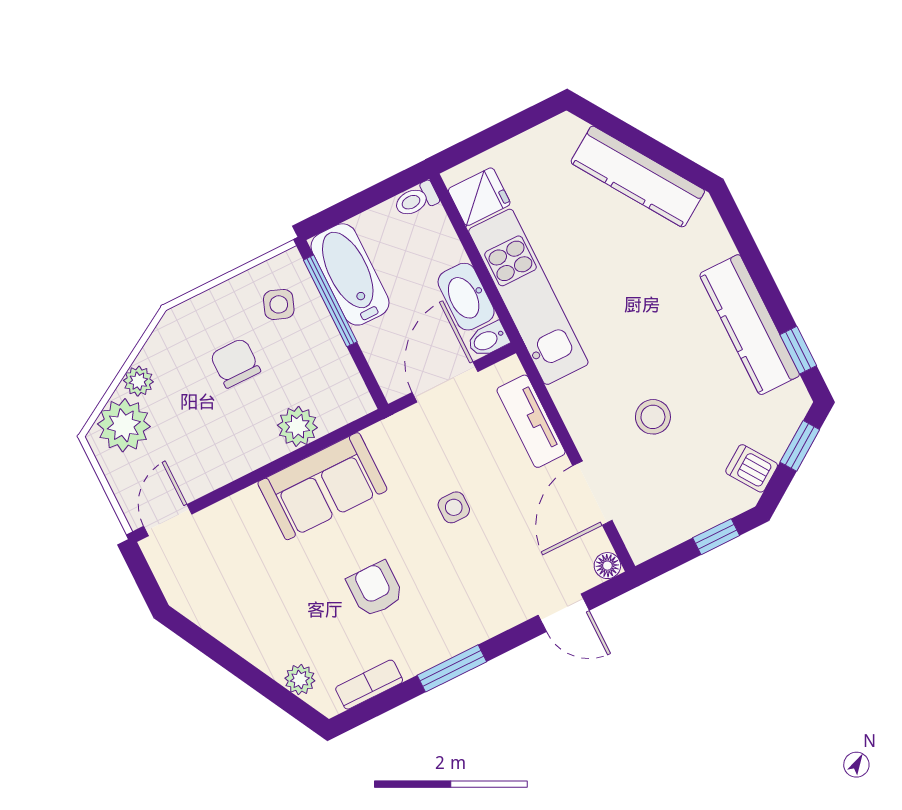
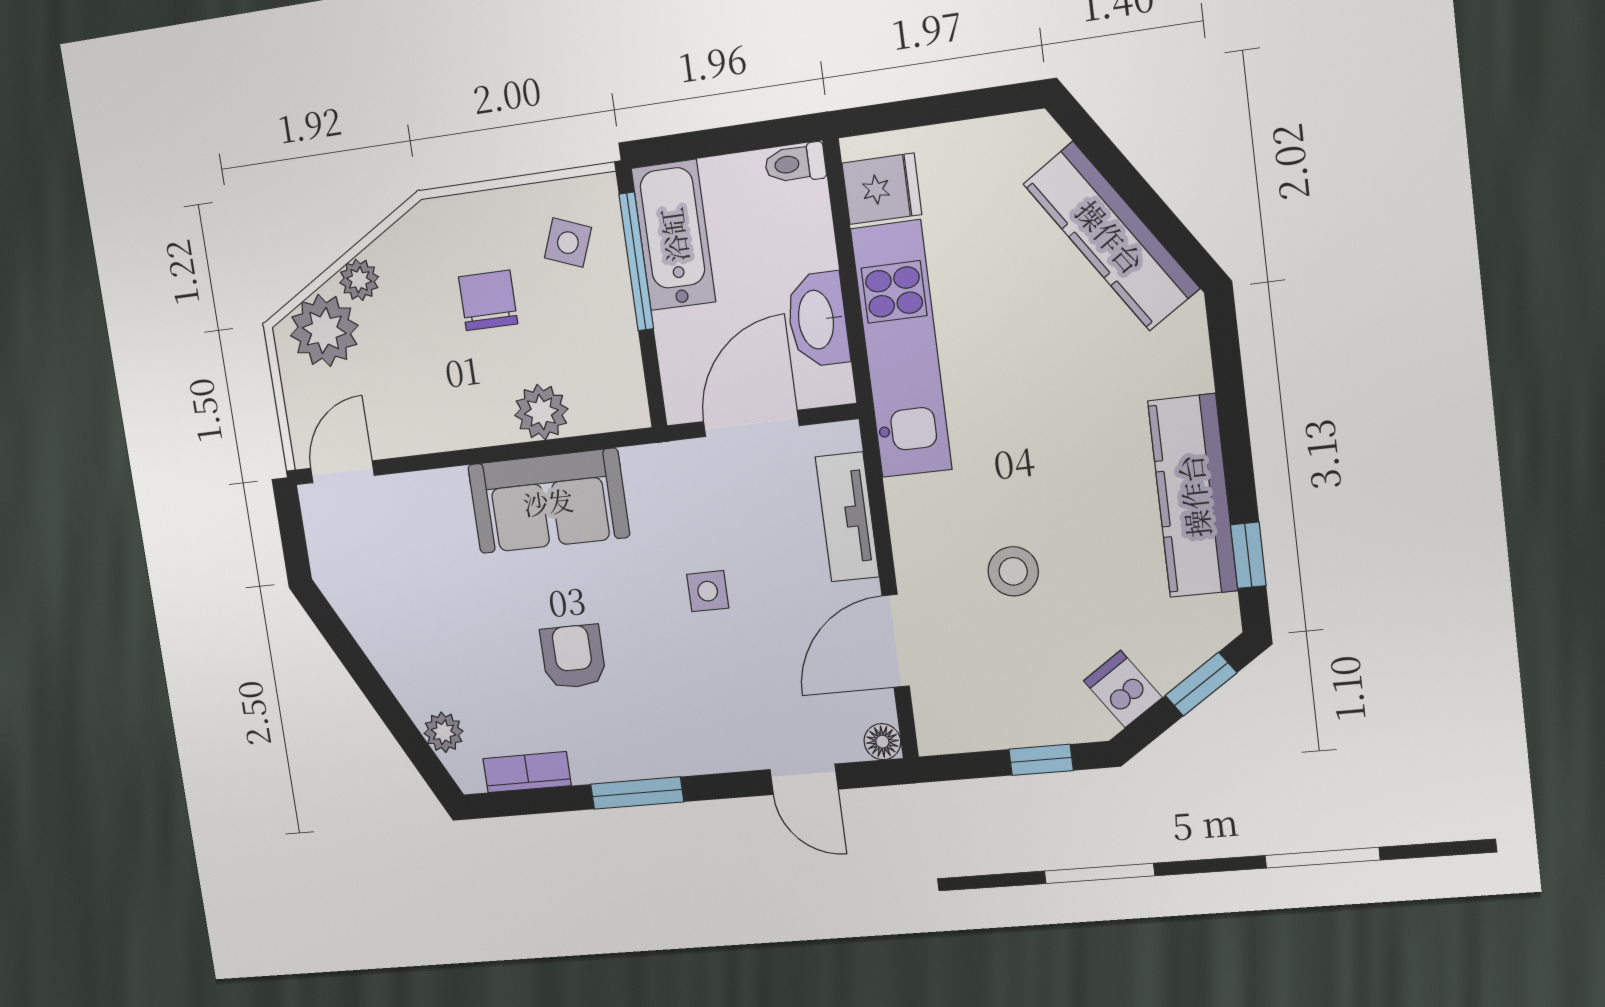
bidet: (488, 340) -> (827, 388), removed

